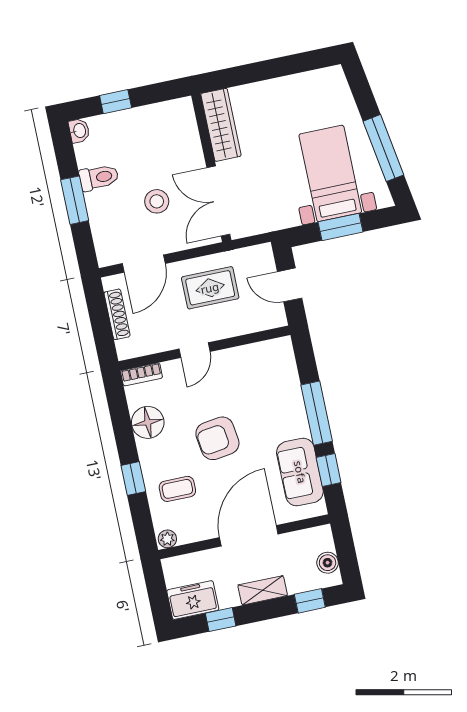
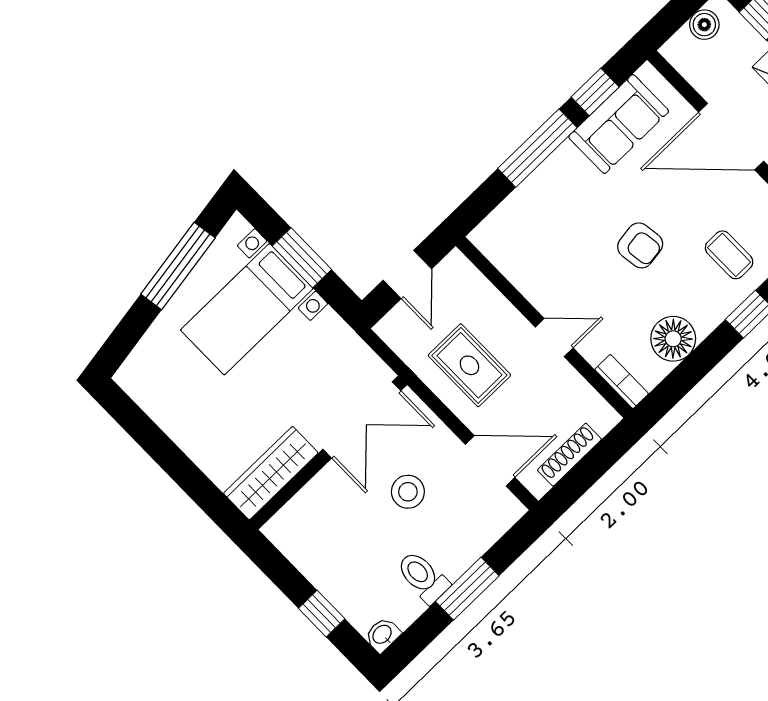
armchair: (217, 438) -> (640, 245), width x0.72, depth x0.72

